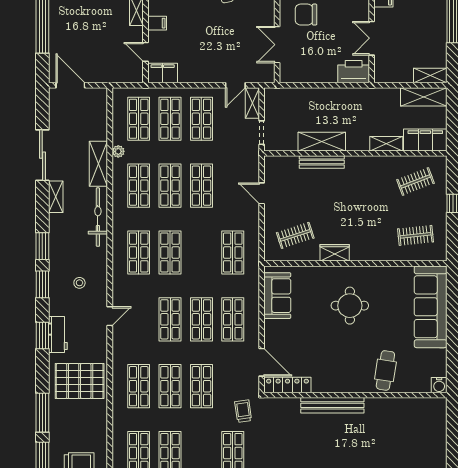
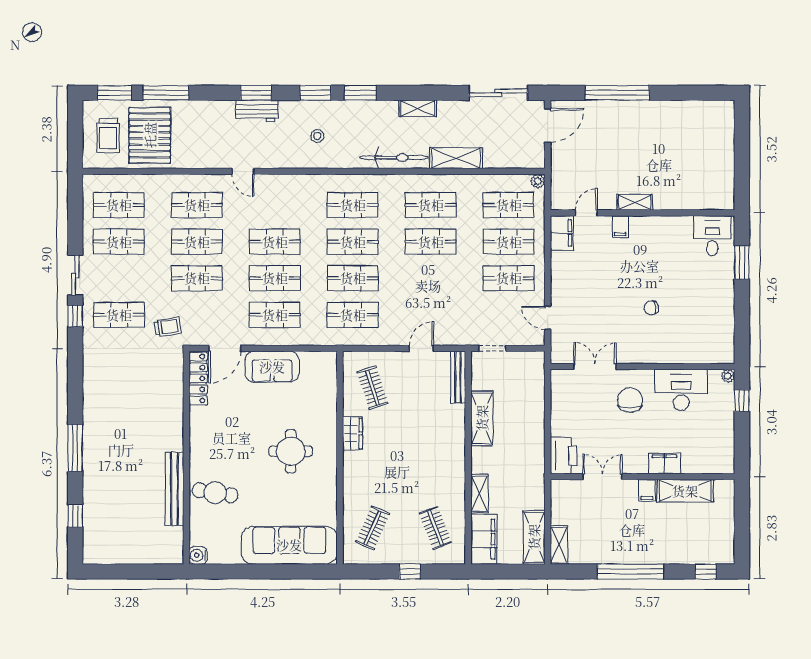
shelving: (252, 103) -> (527, 338), removed
plant: (118, 151) -> (538, 181), moved
sliding door: (42, 155) -> (498, 93), moved
bench: (322, 162) -> (458, 377), moved
shop shelf: (201, 186) -> (353, 278), moved
clothes rail: (416, 235) -> (373, 528), turned 30
sofa: (277, 296) -> (272, 367), moved
door: (110, 316) -> (243, 171), moved
pallet: (80, 381) -> (150, 135), moved
bench: (332, 405) -> (174, 489), moved

